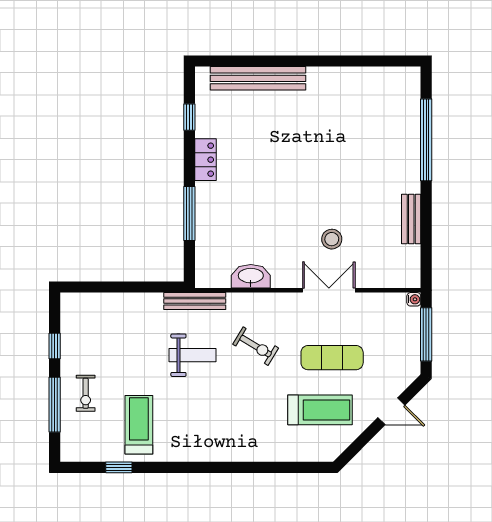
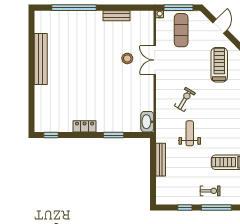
bench: (258, 78) -> (41, 59), moved
window: (189, 117) -> (51, 135), moved
window: (189, 213) -> (113, 135), width x0.69
washbasin: (251, 276) -> (147, 122), moved
bench: (195, 301) -> (161, 160), moved
exercise mat: (332, 358) -> (181, 30), moved

